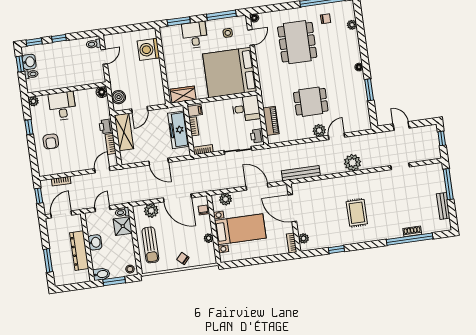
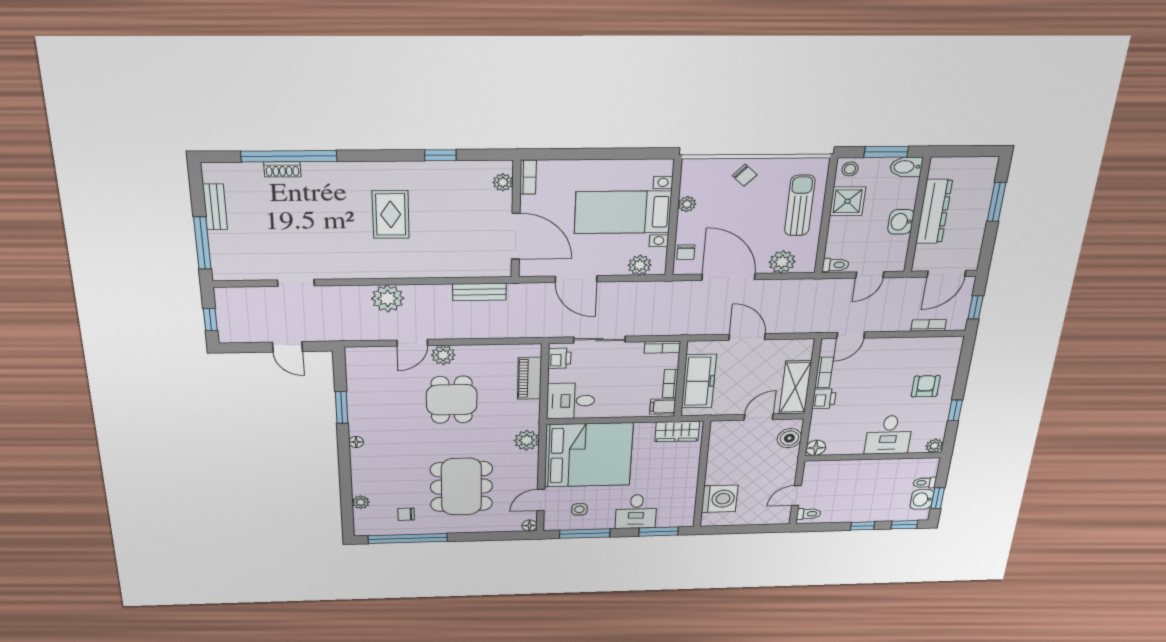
plant: (266, 79) -> (527, 440), added
dining table: (311, 102) -> (452, 400), turned 90
bench: (301, 173) -> (479, 292), width x0.73
shower: (123, 226) -> (848, 201), moved

